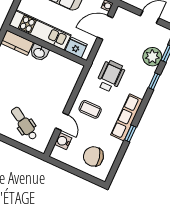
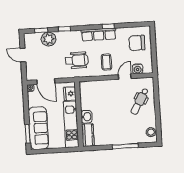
wheelchair: (110, 76) -> (77, 60), turned 180
chair: (93, 156) -> (137, 43), turned 103

